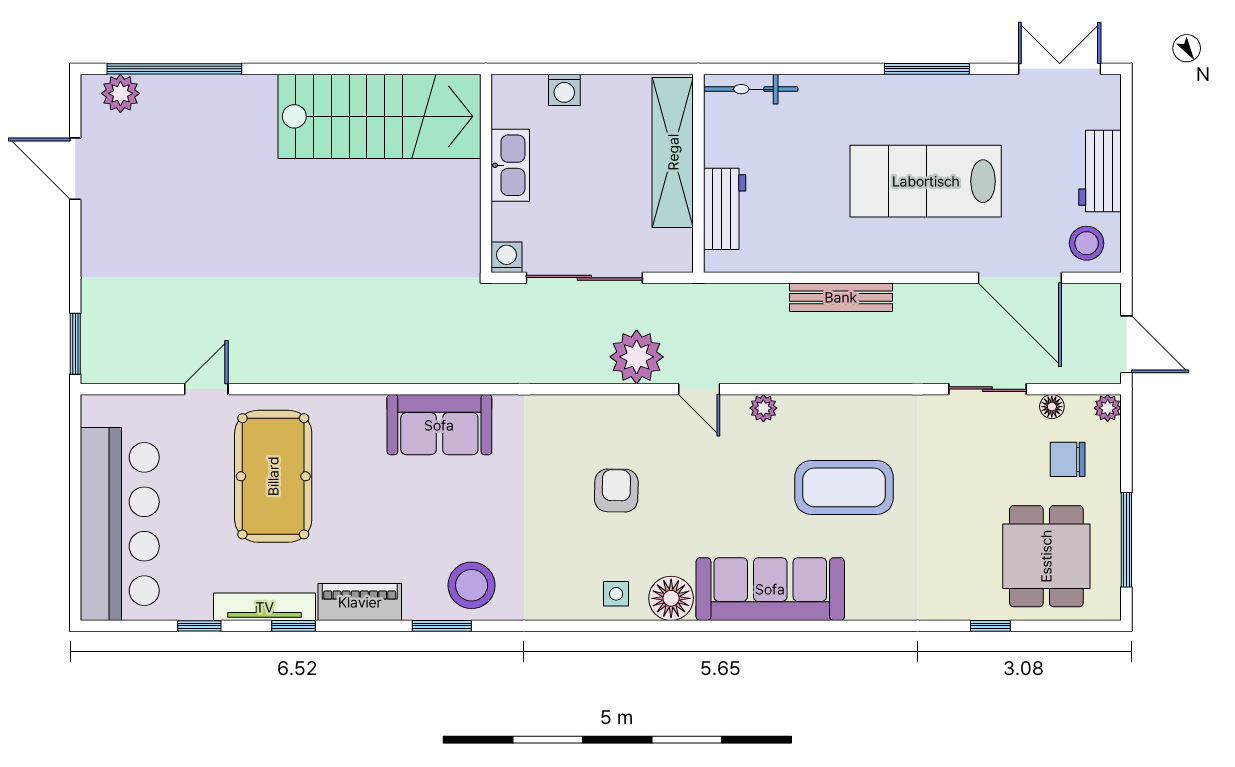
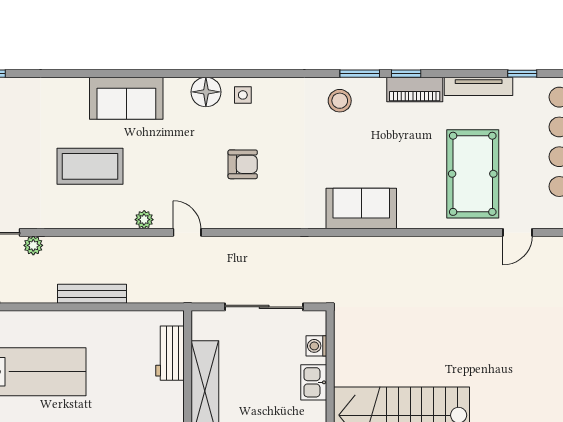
kitchen sink: (510, 165) -> (314, 382), width x0.73
washing machine: (507, 257) -> (316, 346), moved, turned 90
plant: (637, 357) -> (33, 245), moved, width x0.53, depth x0.53
armchair: (616, 490) -> (243, 164), turned -91
stool: (472, 585) -> (340, 101), width x0.73, depth x0.73
sofa: (770, 589) -> (126, 98), width x0.73
window: (294, 626) -> (406, 74), moved

